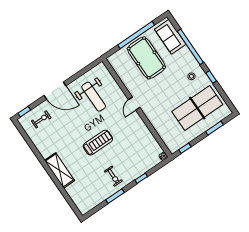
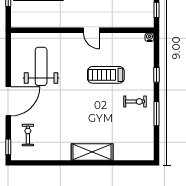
weight bench: (94, 97) -> (41, 66), turned -90
door: (134, 104) -> (91, 30), moved
treadmill: (98, 143) -> (106, 75), moved, turned -90

